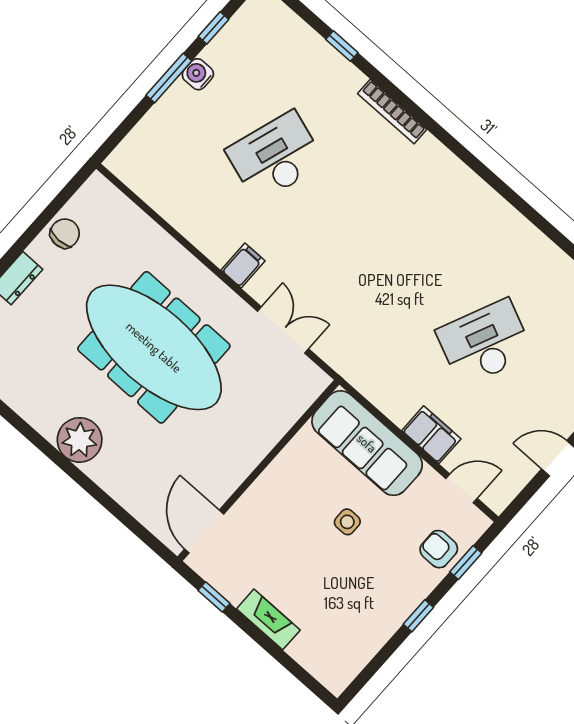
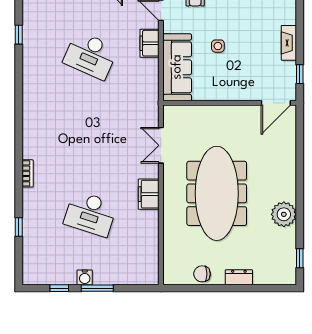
bookcase: (392, 112) -> (28, 173), width x0.64
filing cabinet: (243, 265) -> (149, 194), width x2.00
plant: (80, 440) -> (284, 214), moved

